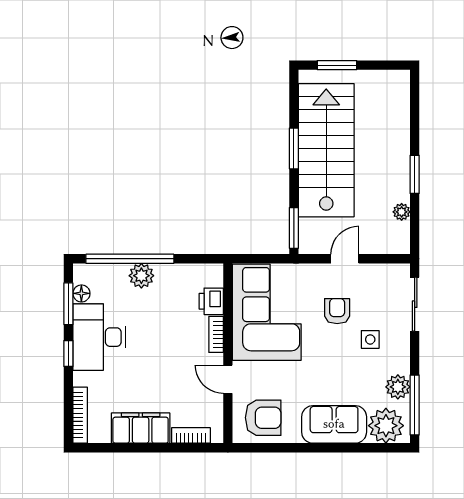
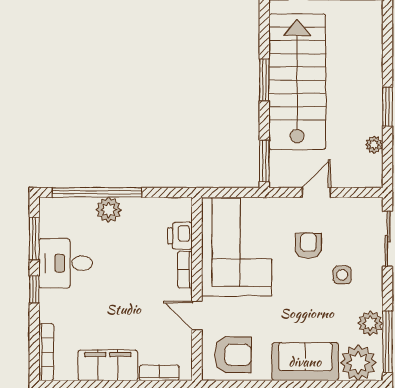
floor lamp: (81, 293) -> (48, 228), removed
desk: (99, 337) -> (66, 263), width x0.73

